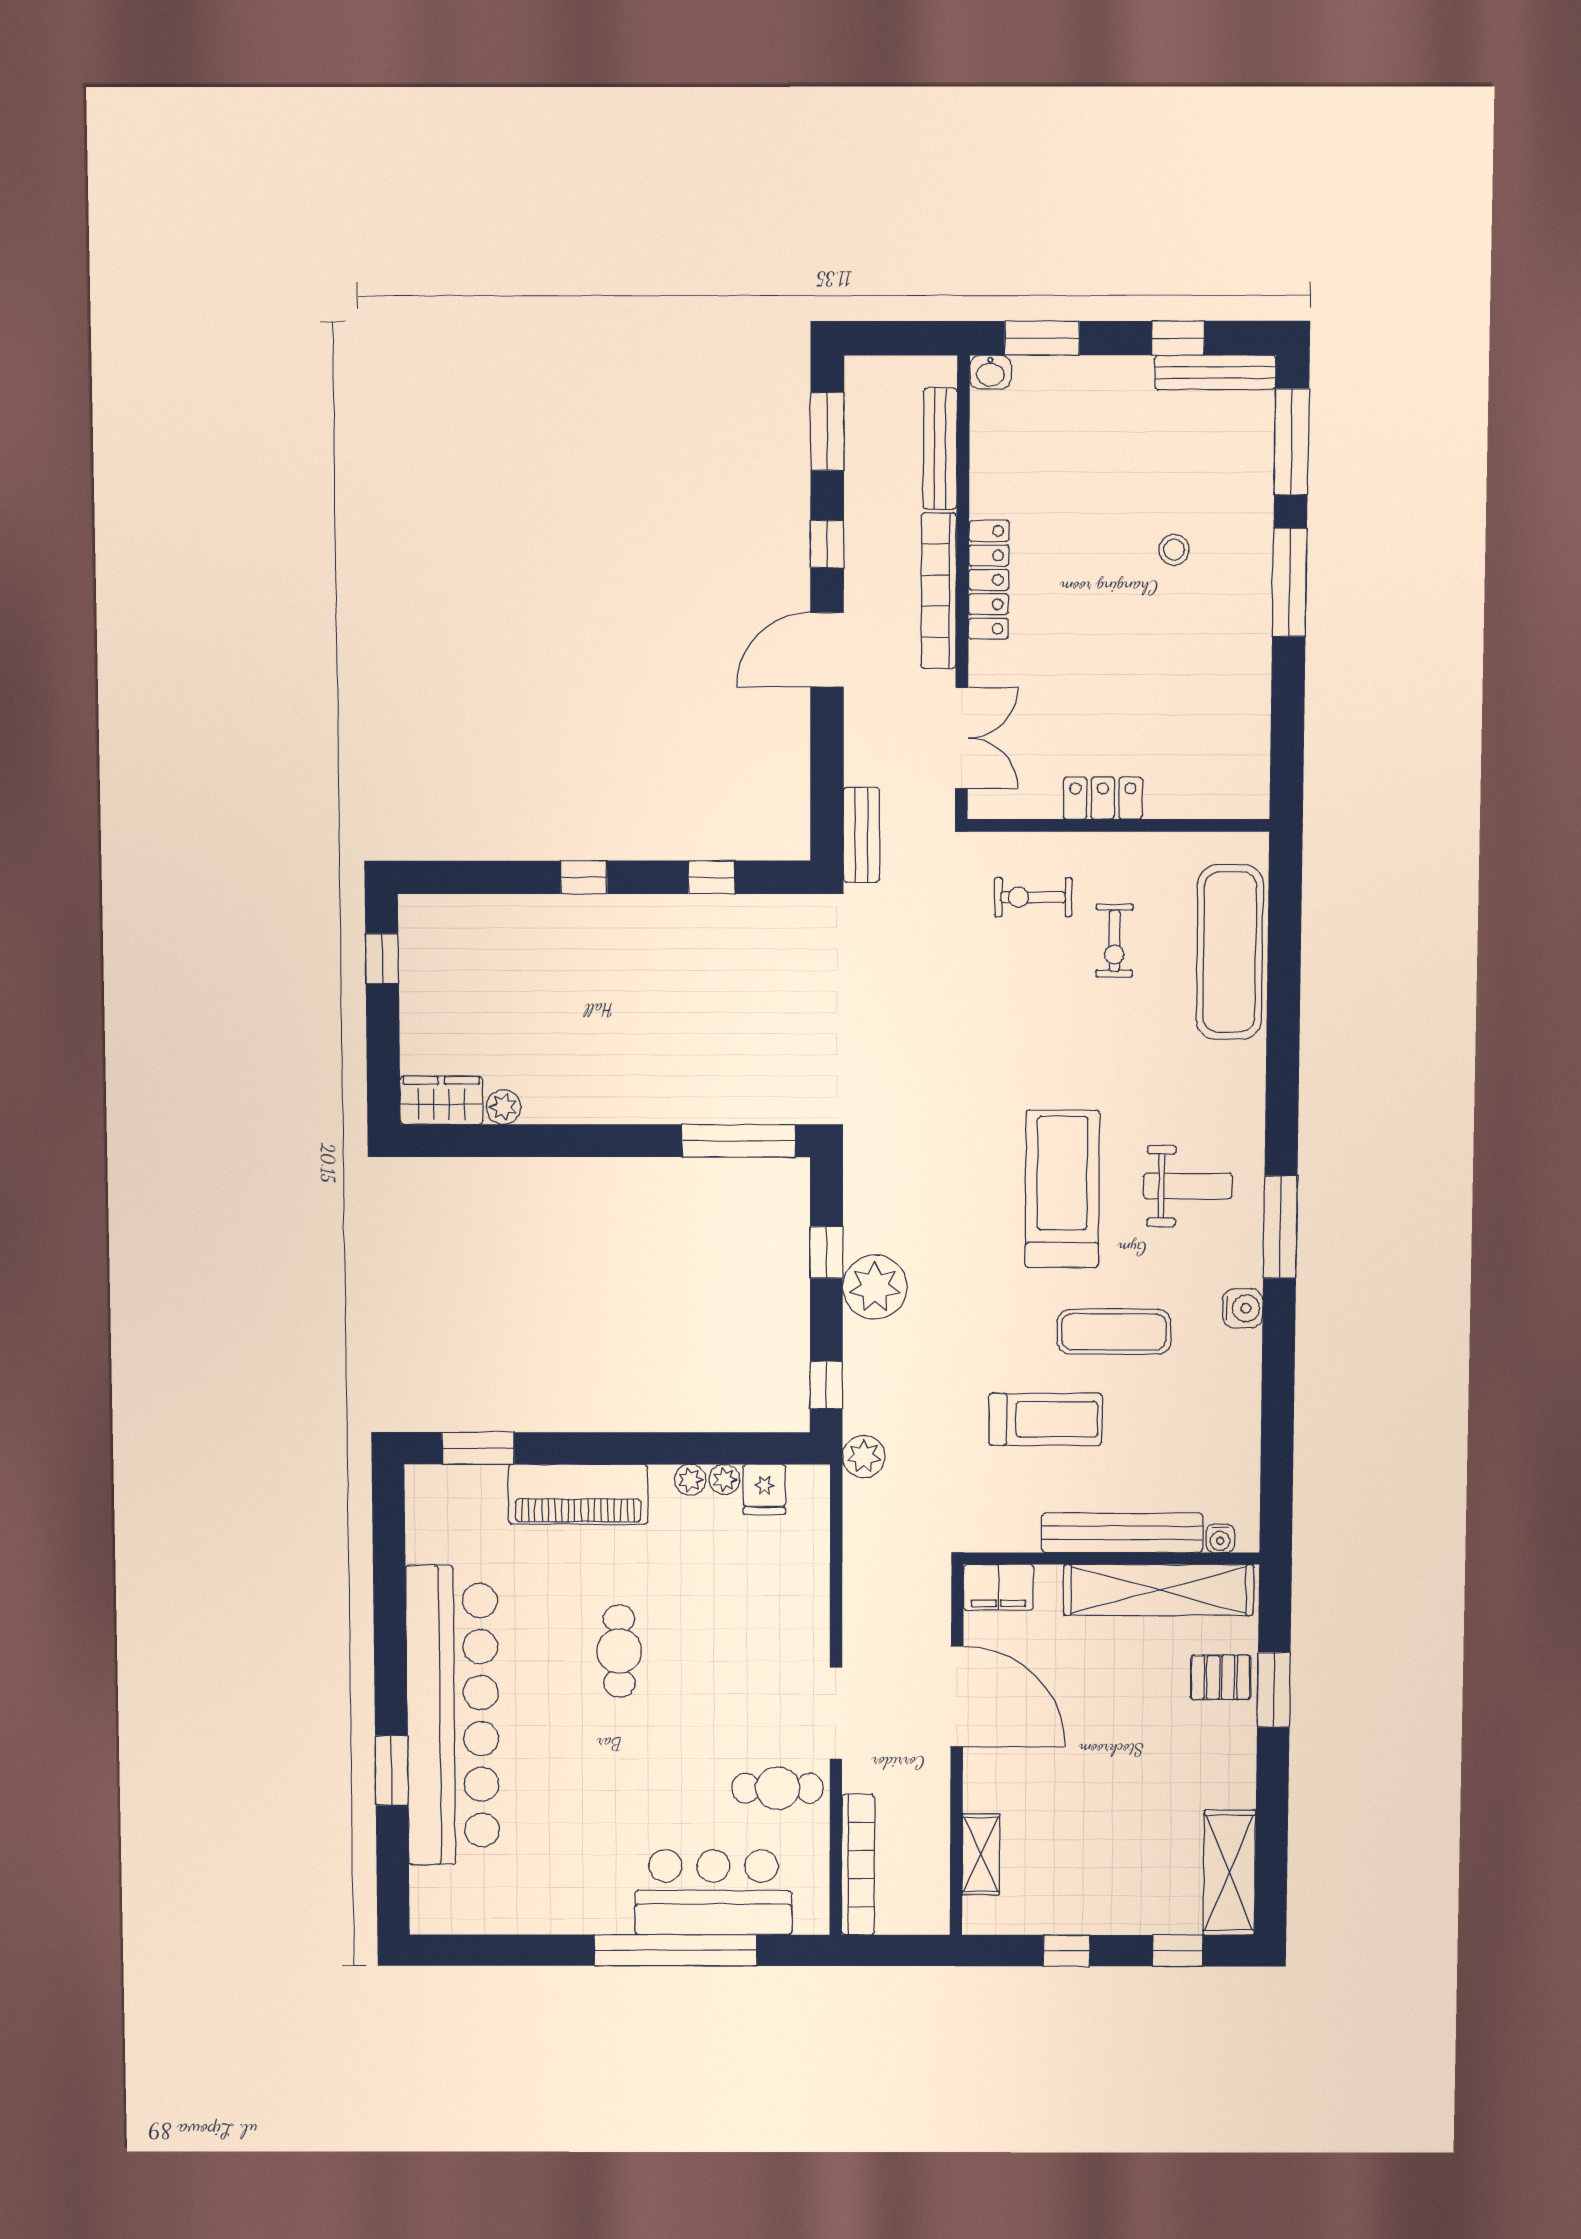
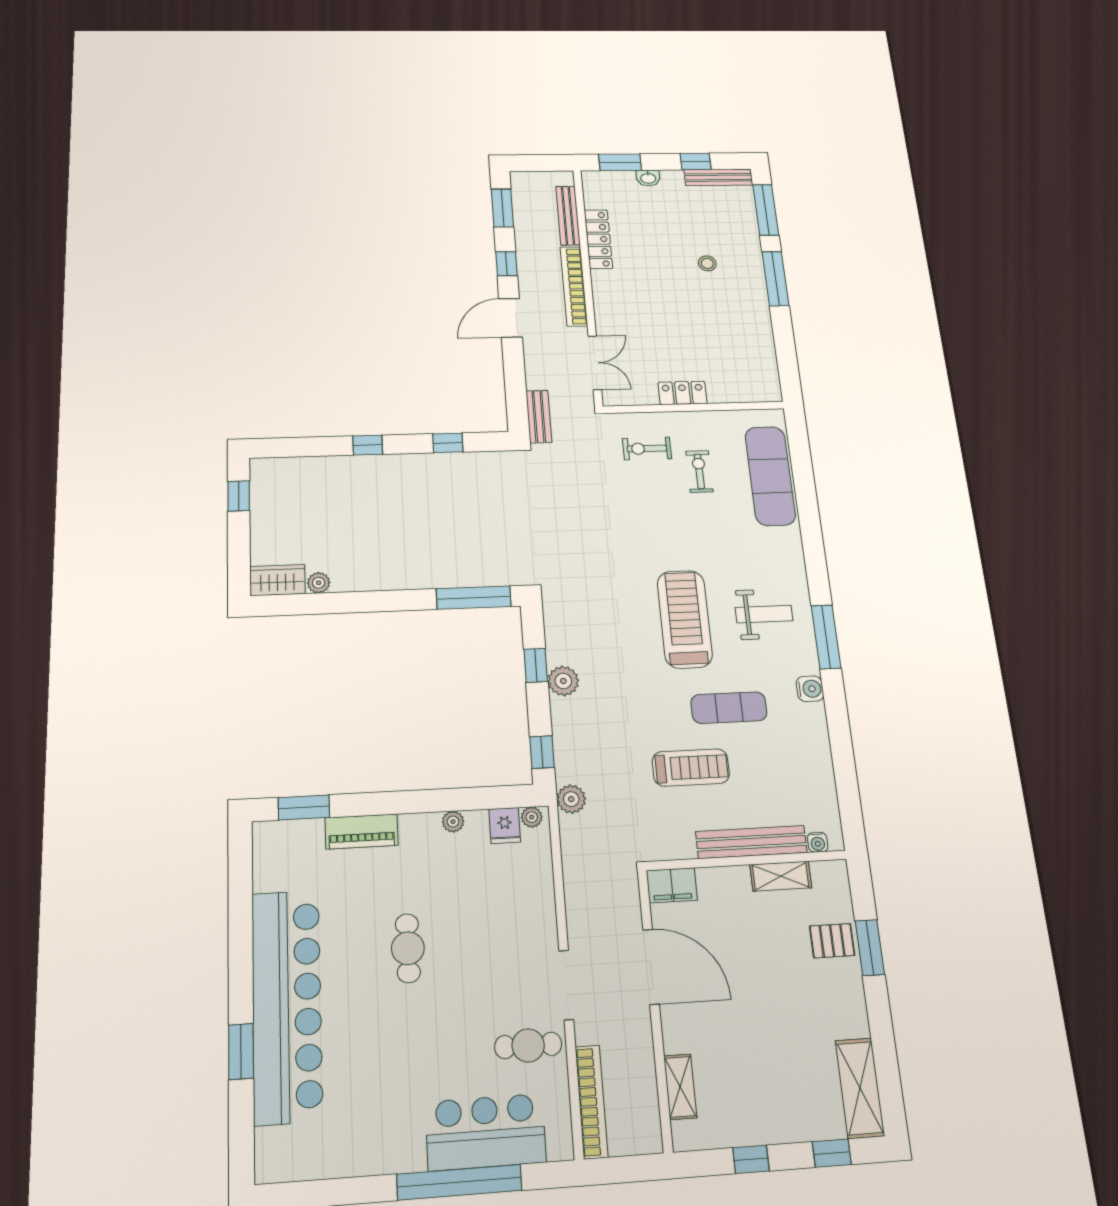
washbasin: (990, 372) -> (648, 178), moved
locker: (989, 580) -> (598, 239), moved
exercise bike: (1114, 941) -> (699, 471), turned 180
plant: (875, 1287) -> (563, 681), width x0.73, depth x0.73
plant: (725, 1480) -> (532, 817), moved
piano: (578, 1494) -> (362, 831), width x0.73, depth x0.75
shelving: (1159, 1590) -> (781, 876), width x0.45, depth x0.75

